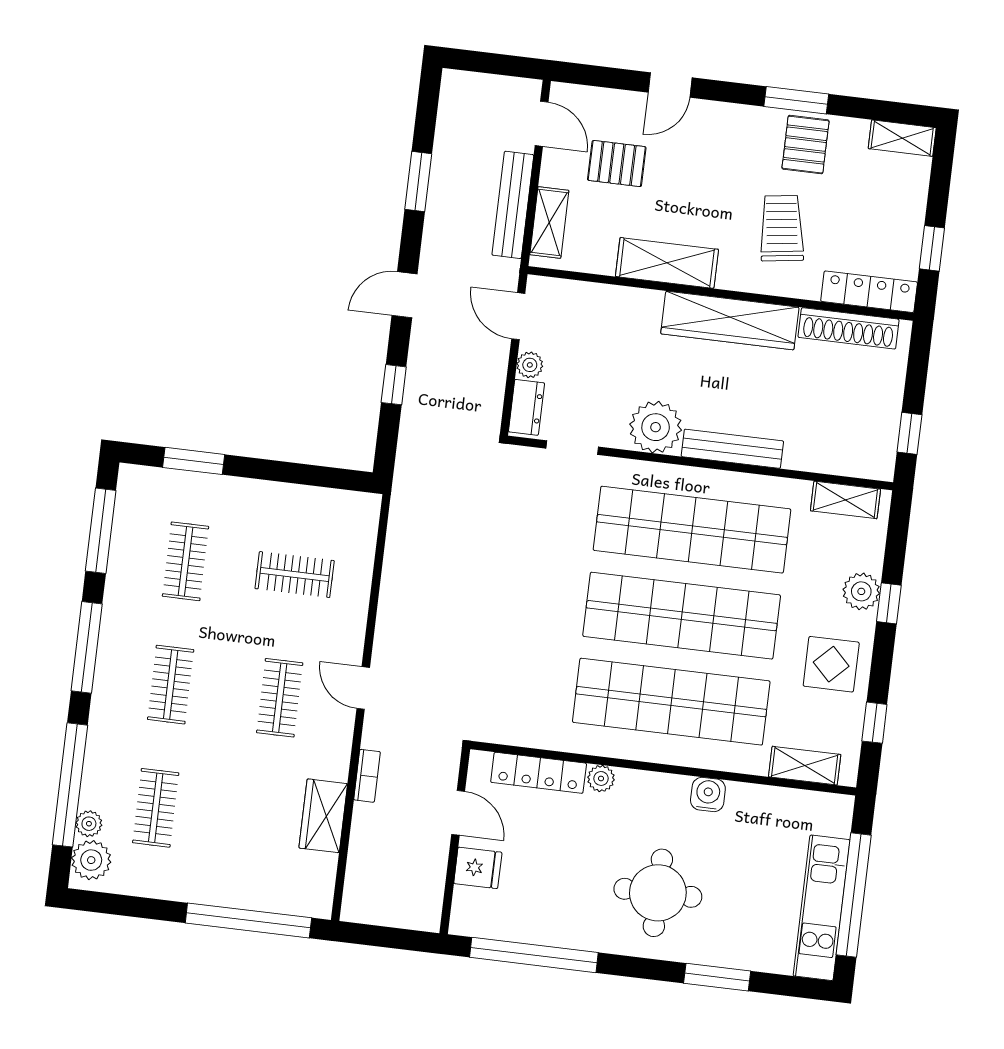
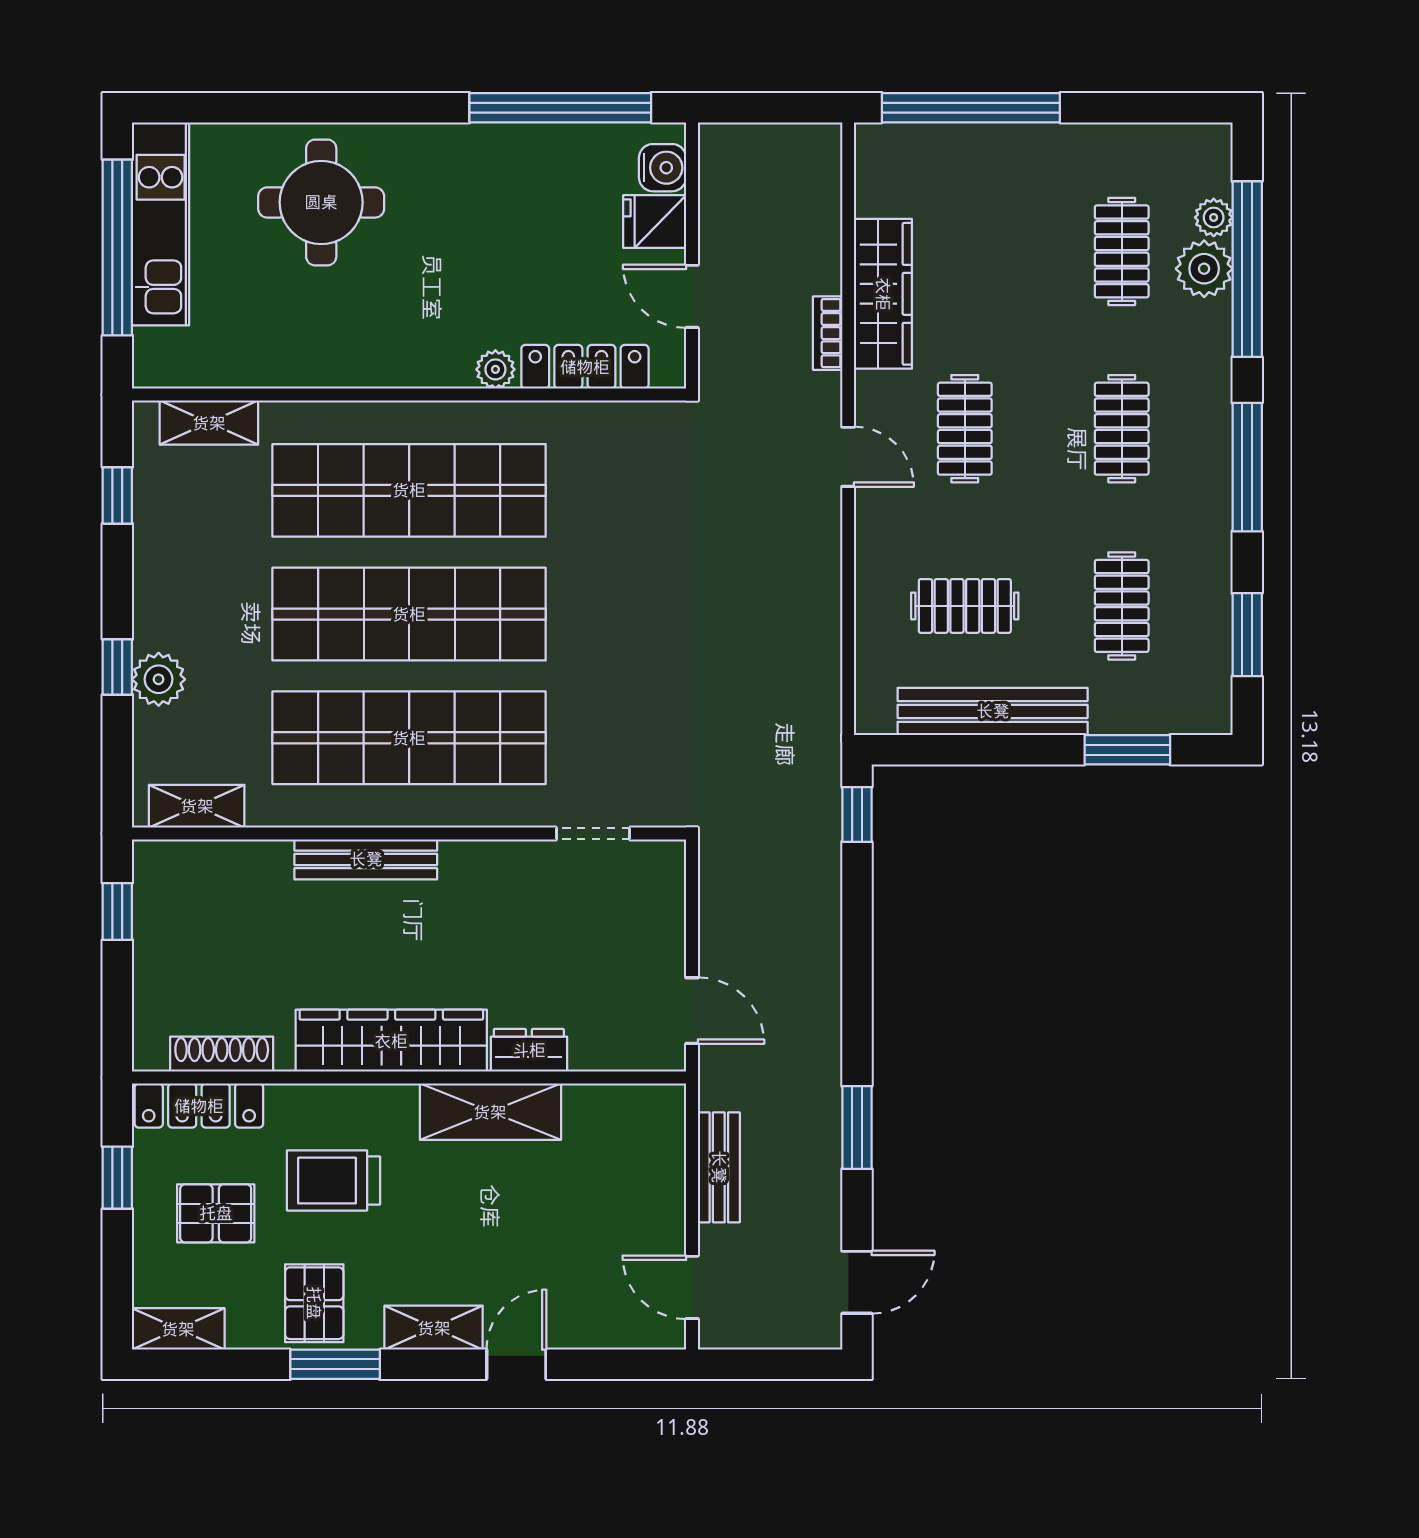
pallet: (617, 164) -> (216, 1213), moved
window: (418, 182) -> (857, 1128), moved
bench: (513, 205) -> (719, 1167), width x0.73
shelving: (549, 222) -> (434, 1328), moved, turned 90
trolley: (782, 228) -> (334, 1181), turned 98
door: (405, 295) -> (857, 1282), moved
shoe rack: (849, 328) -> (222, 1054), width x0.74, depth x0.81
plant: (530, 365) -> (667, 944), removed
window: (394, 385) -> (857, 814), moved
dresser: (526, 407) -> (529, 1050), moved, turned 90
plant: (656, 427) -> (478, 877), removed
bench: (284, 499) -> (993, 711), added
window: (101, 531) -> (1247, 635), width x0.69
display table: (831, 664) -> (189, 571), removed
water cooler: (708, 794) -> (663, 168), moved, turned -90
wardrobe: (323, 816) -> (883, 294), width x1.50
plant: (91, 860) -> (1204, 269), moved
round table: (658, 893) -> (321, 202), moved
window: (717, 977) -> (297, 108), removed

